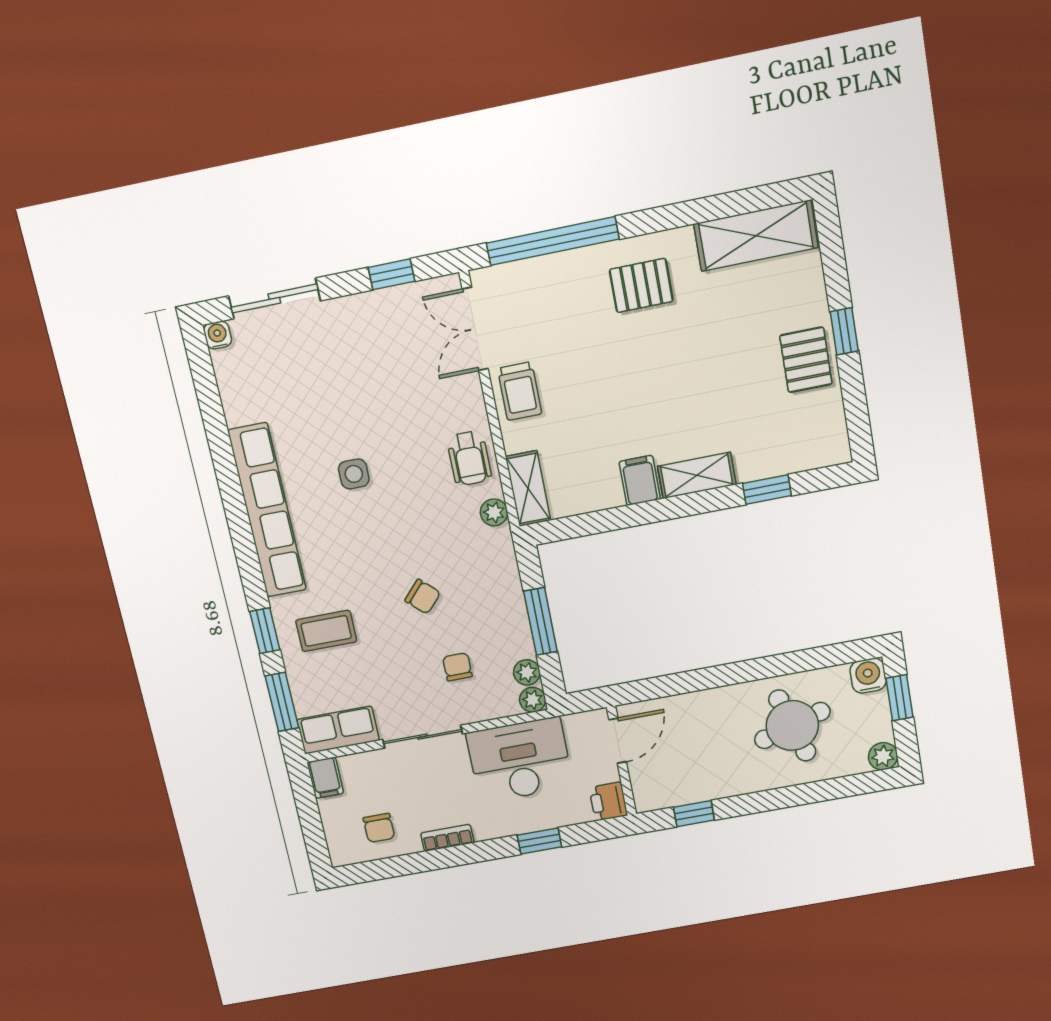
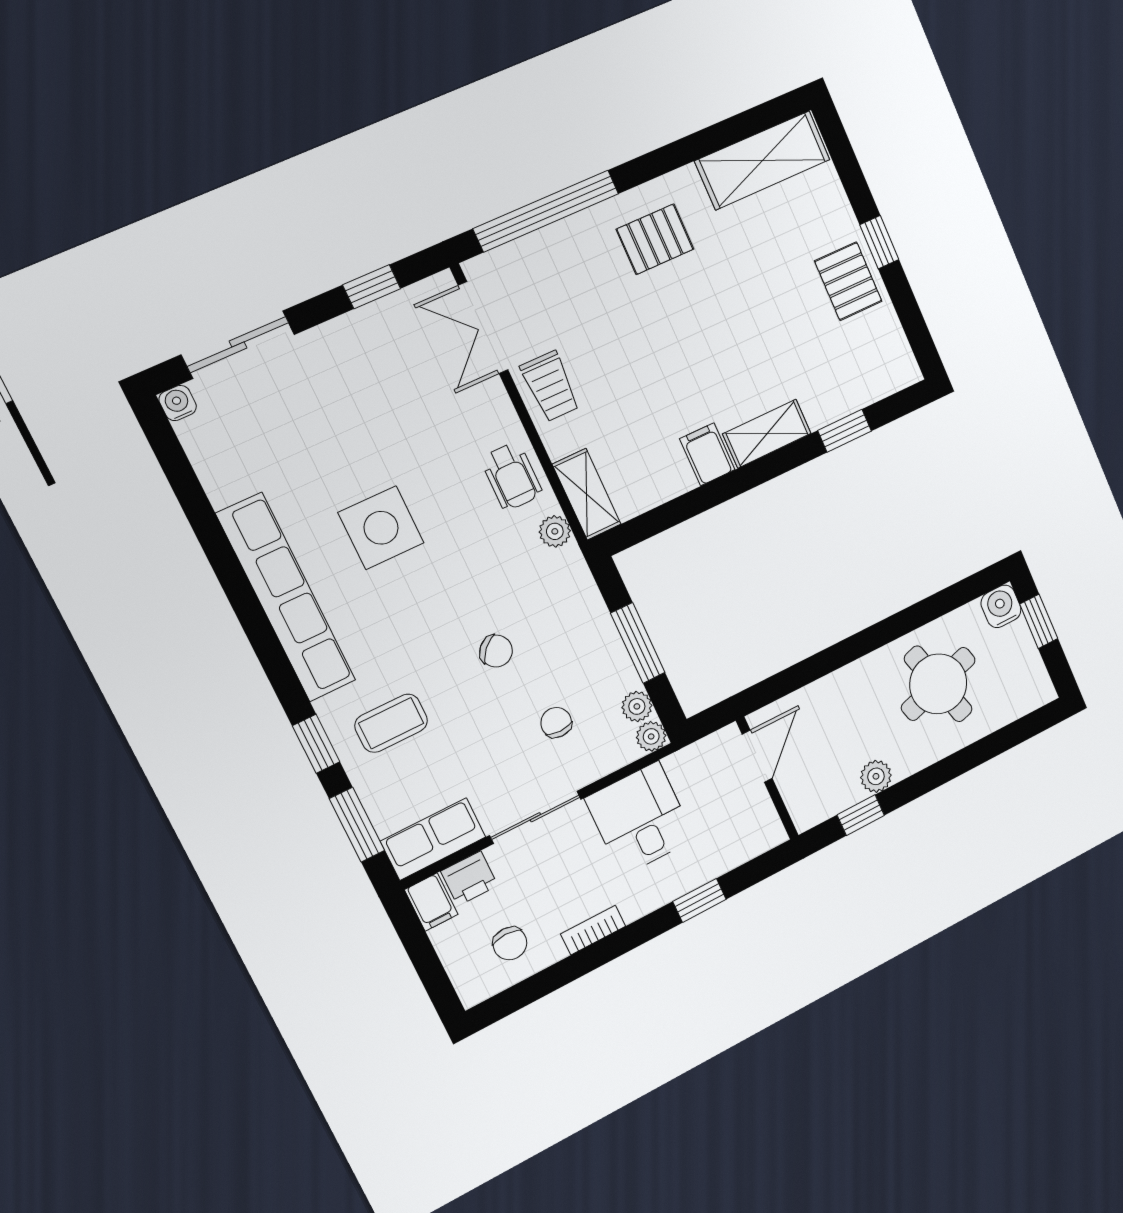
side table: (354, 474) -> (381, 528), width x1.87, depth x1.87
plant: (883, 756) -> (876, 776), moved
desk: (520, 760) -> (640, 819), width x0.73
printer: (608, 801) -> (469, 878), moved, turned -90

